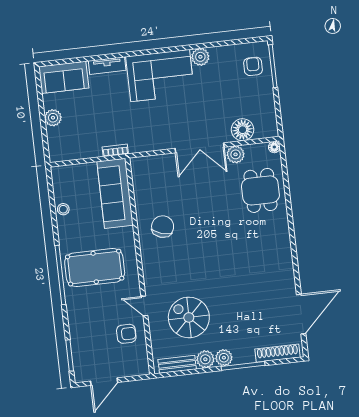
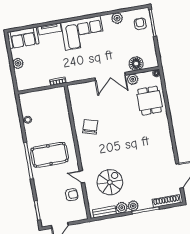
plant: (200, 57) -> (117, 18), moved
sofa: (115, 193) -> (59, 108), removed
spiral stairs: (189, 317) -> (110, 182), turned 90

